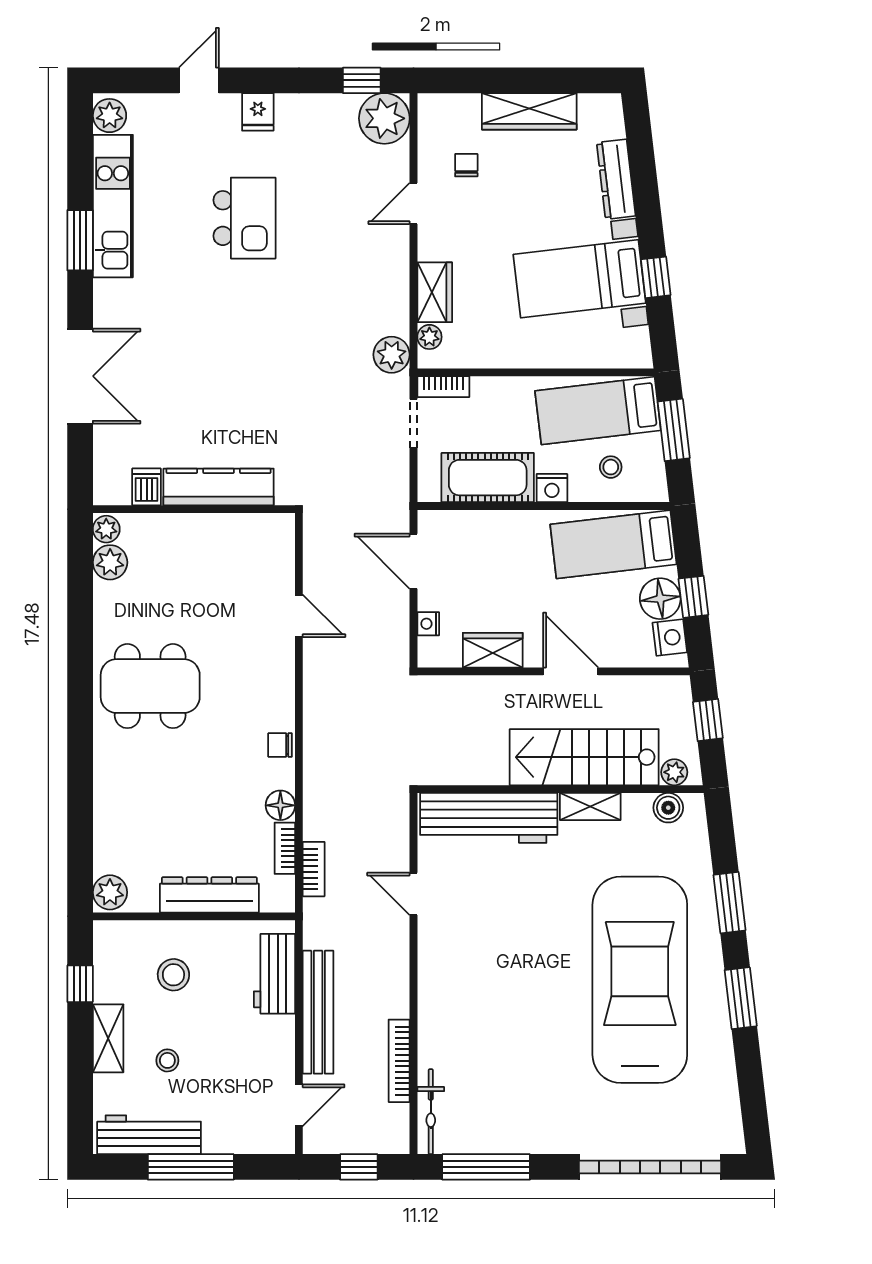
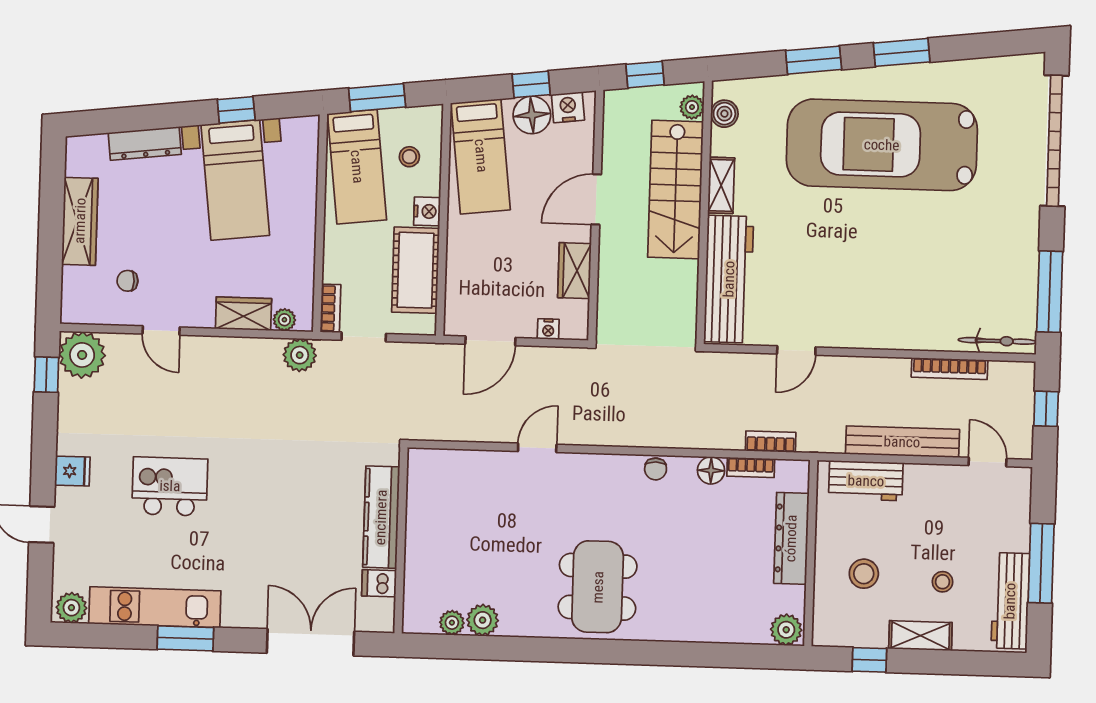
dishwasher: (147, 487) -> (379, 583), moved
kitchen counter: (219, 487) -> (381, 517), moved
wall: (194, 509) -> (401, 540), moved

